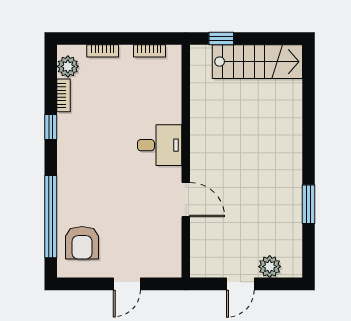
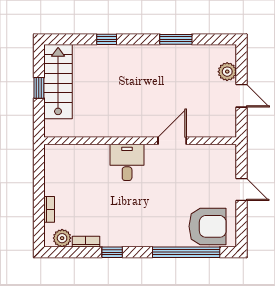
window: (221, 38) -> (39, 88), moved
bookcase: (149, 51) -> (49, 171), removed
window: (309, 120) -> (107, 39), added
armchair: (82, 243) -> (208, 226), width x1.36, depth x1.36

